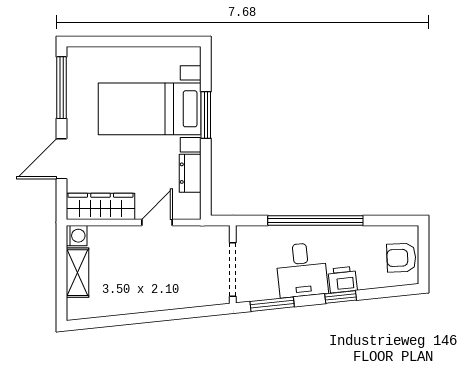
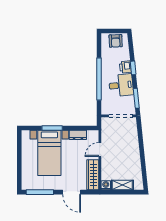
door: (157, 222) -> (100, 150), hinge flipped

